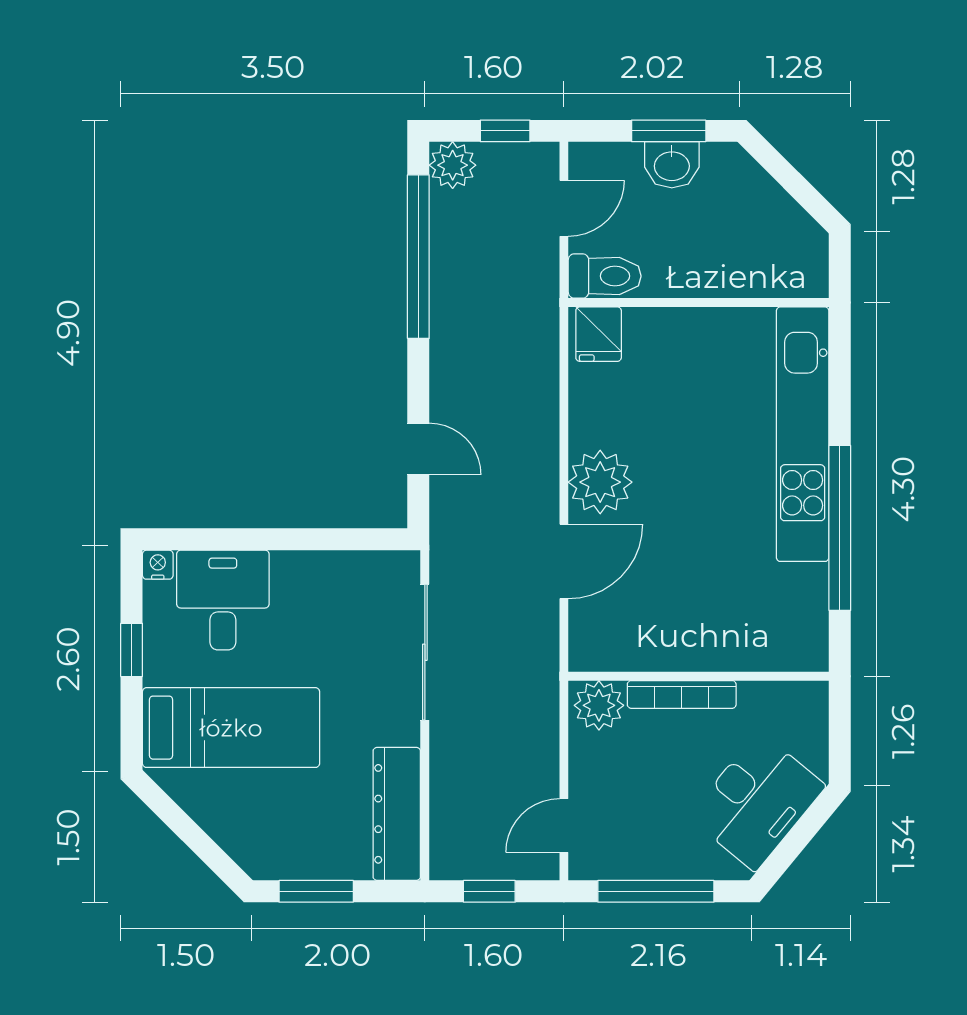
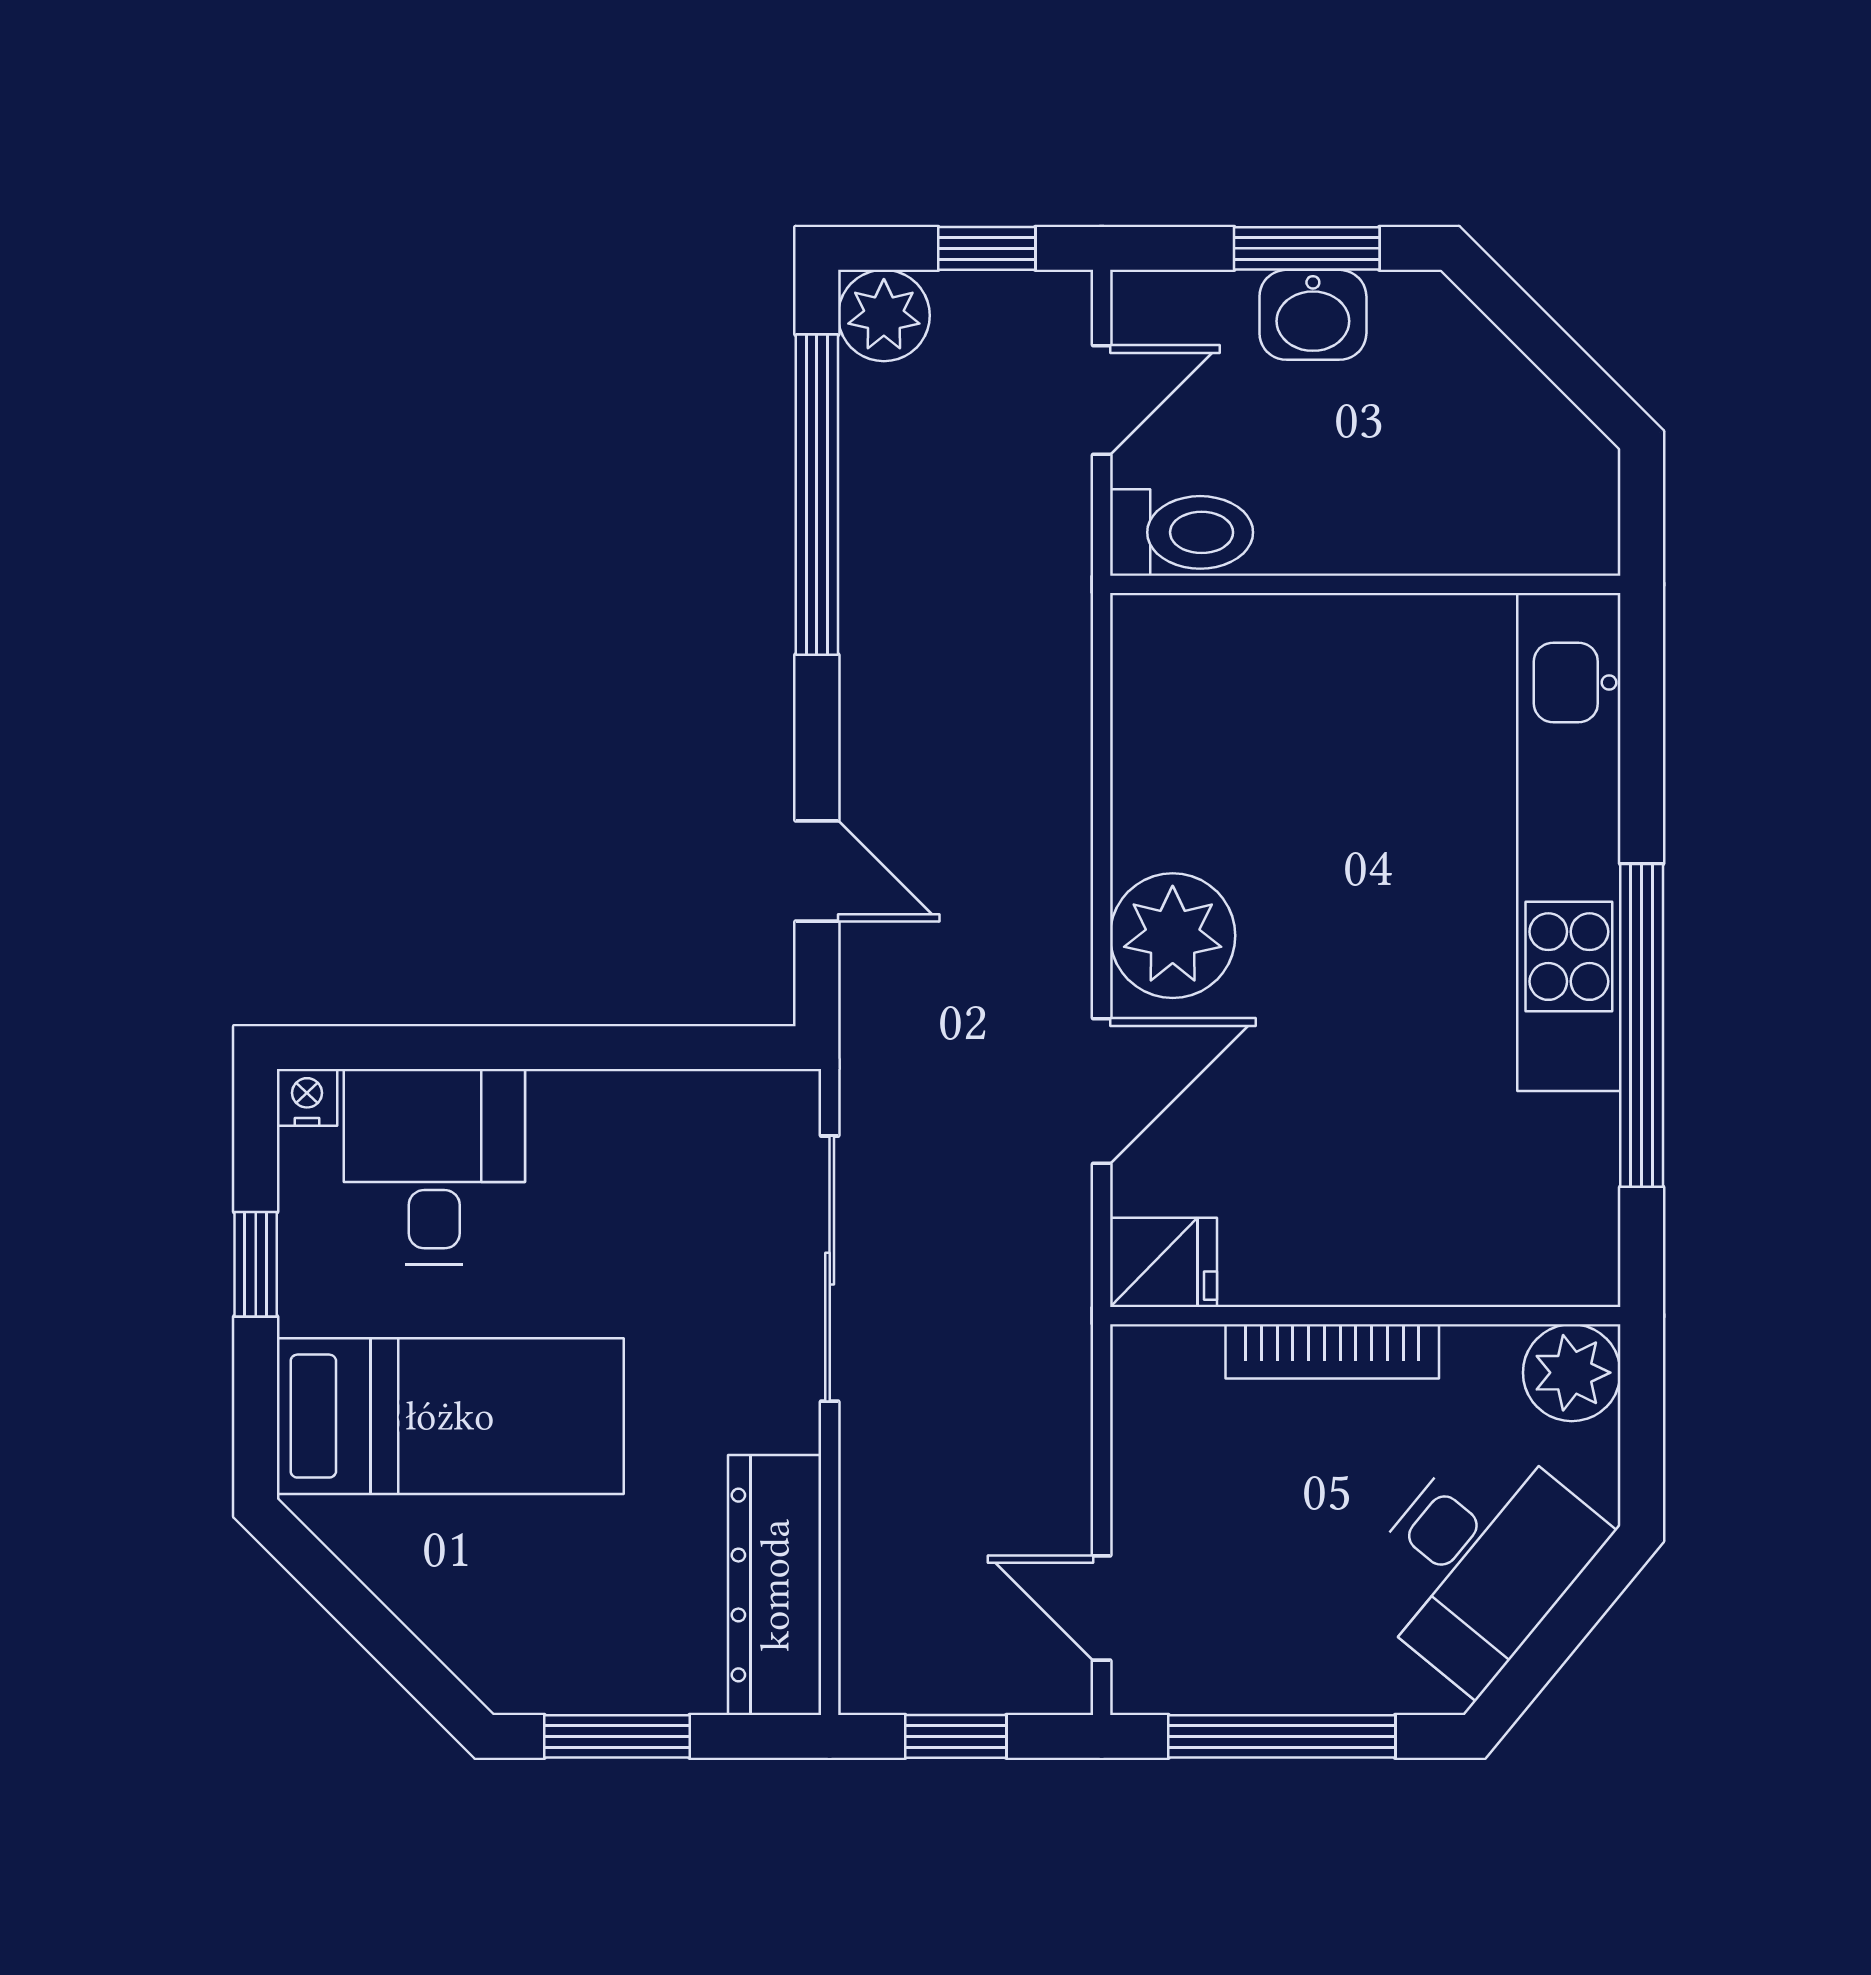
fridge: (599, 334) -> (1163, 1262), moved, turned -90
plant: (599, 705) -> (1572, 1373), moved
door: (564, 826) -> (1102, 1608), hinge flipped

